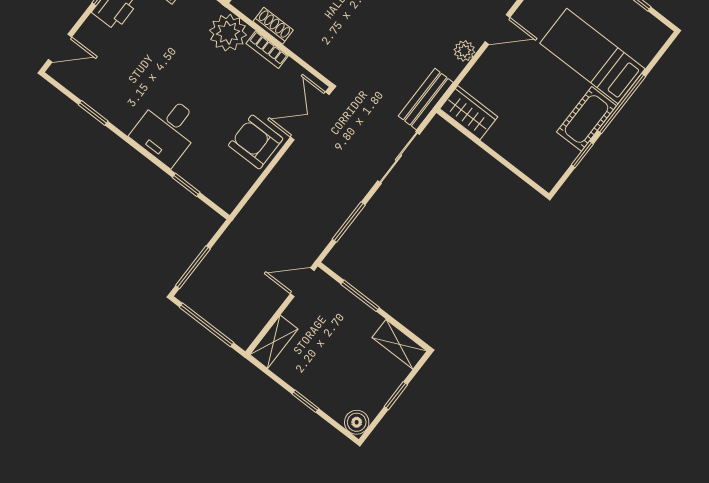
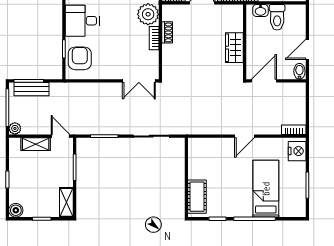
door: (497, 30) -> (245, 136), hinge flipped
plant: (464, 51) -> (15, 128), moved
bench: (426, 99) -> (31, 89), moved
wardrobe: (469, 113) -> (196, 152), removed
double door: (310, 116) -> (139, 81), swing flipped
cot: (587, 119) -> (197, 197), moved, turned 90
armchair: (256, 142) -> (80, 58), moved
shelving: (274, 342) -> (36, 144), moved

